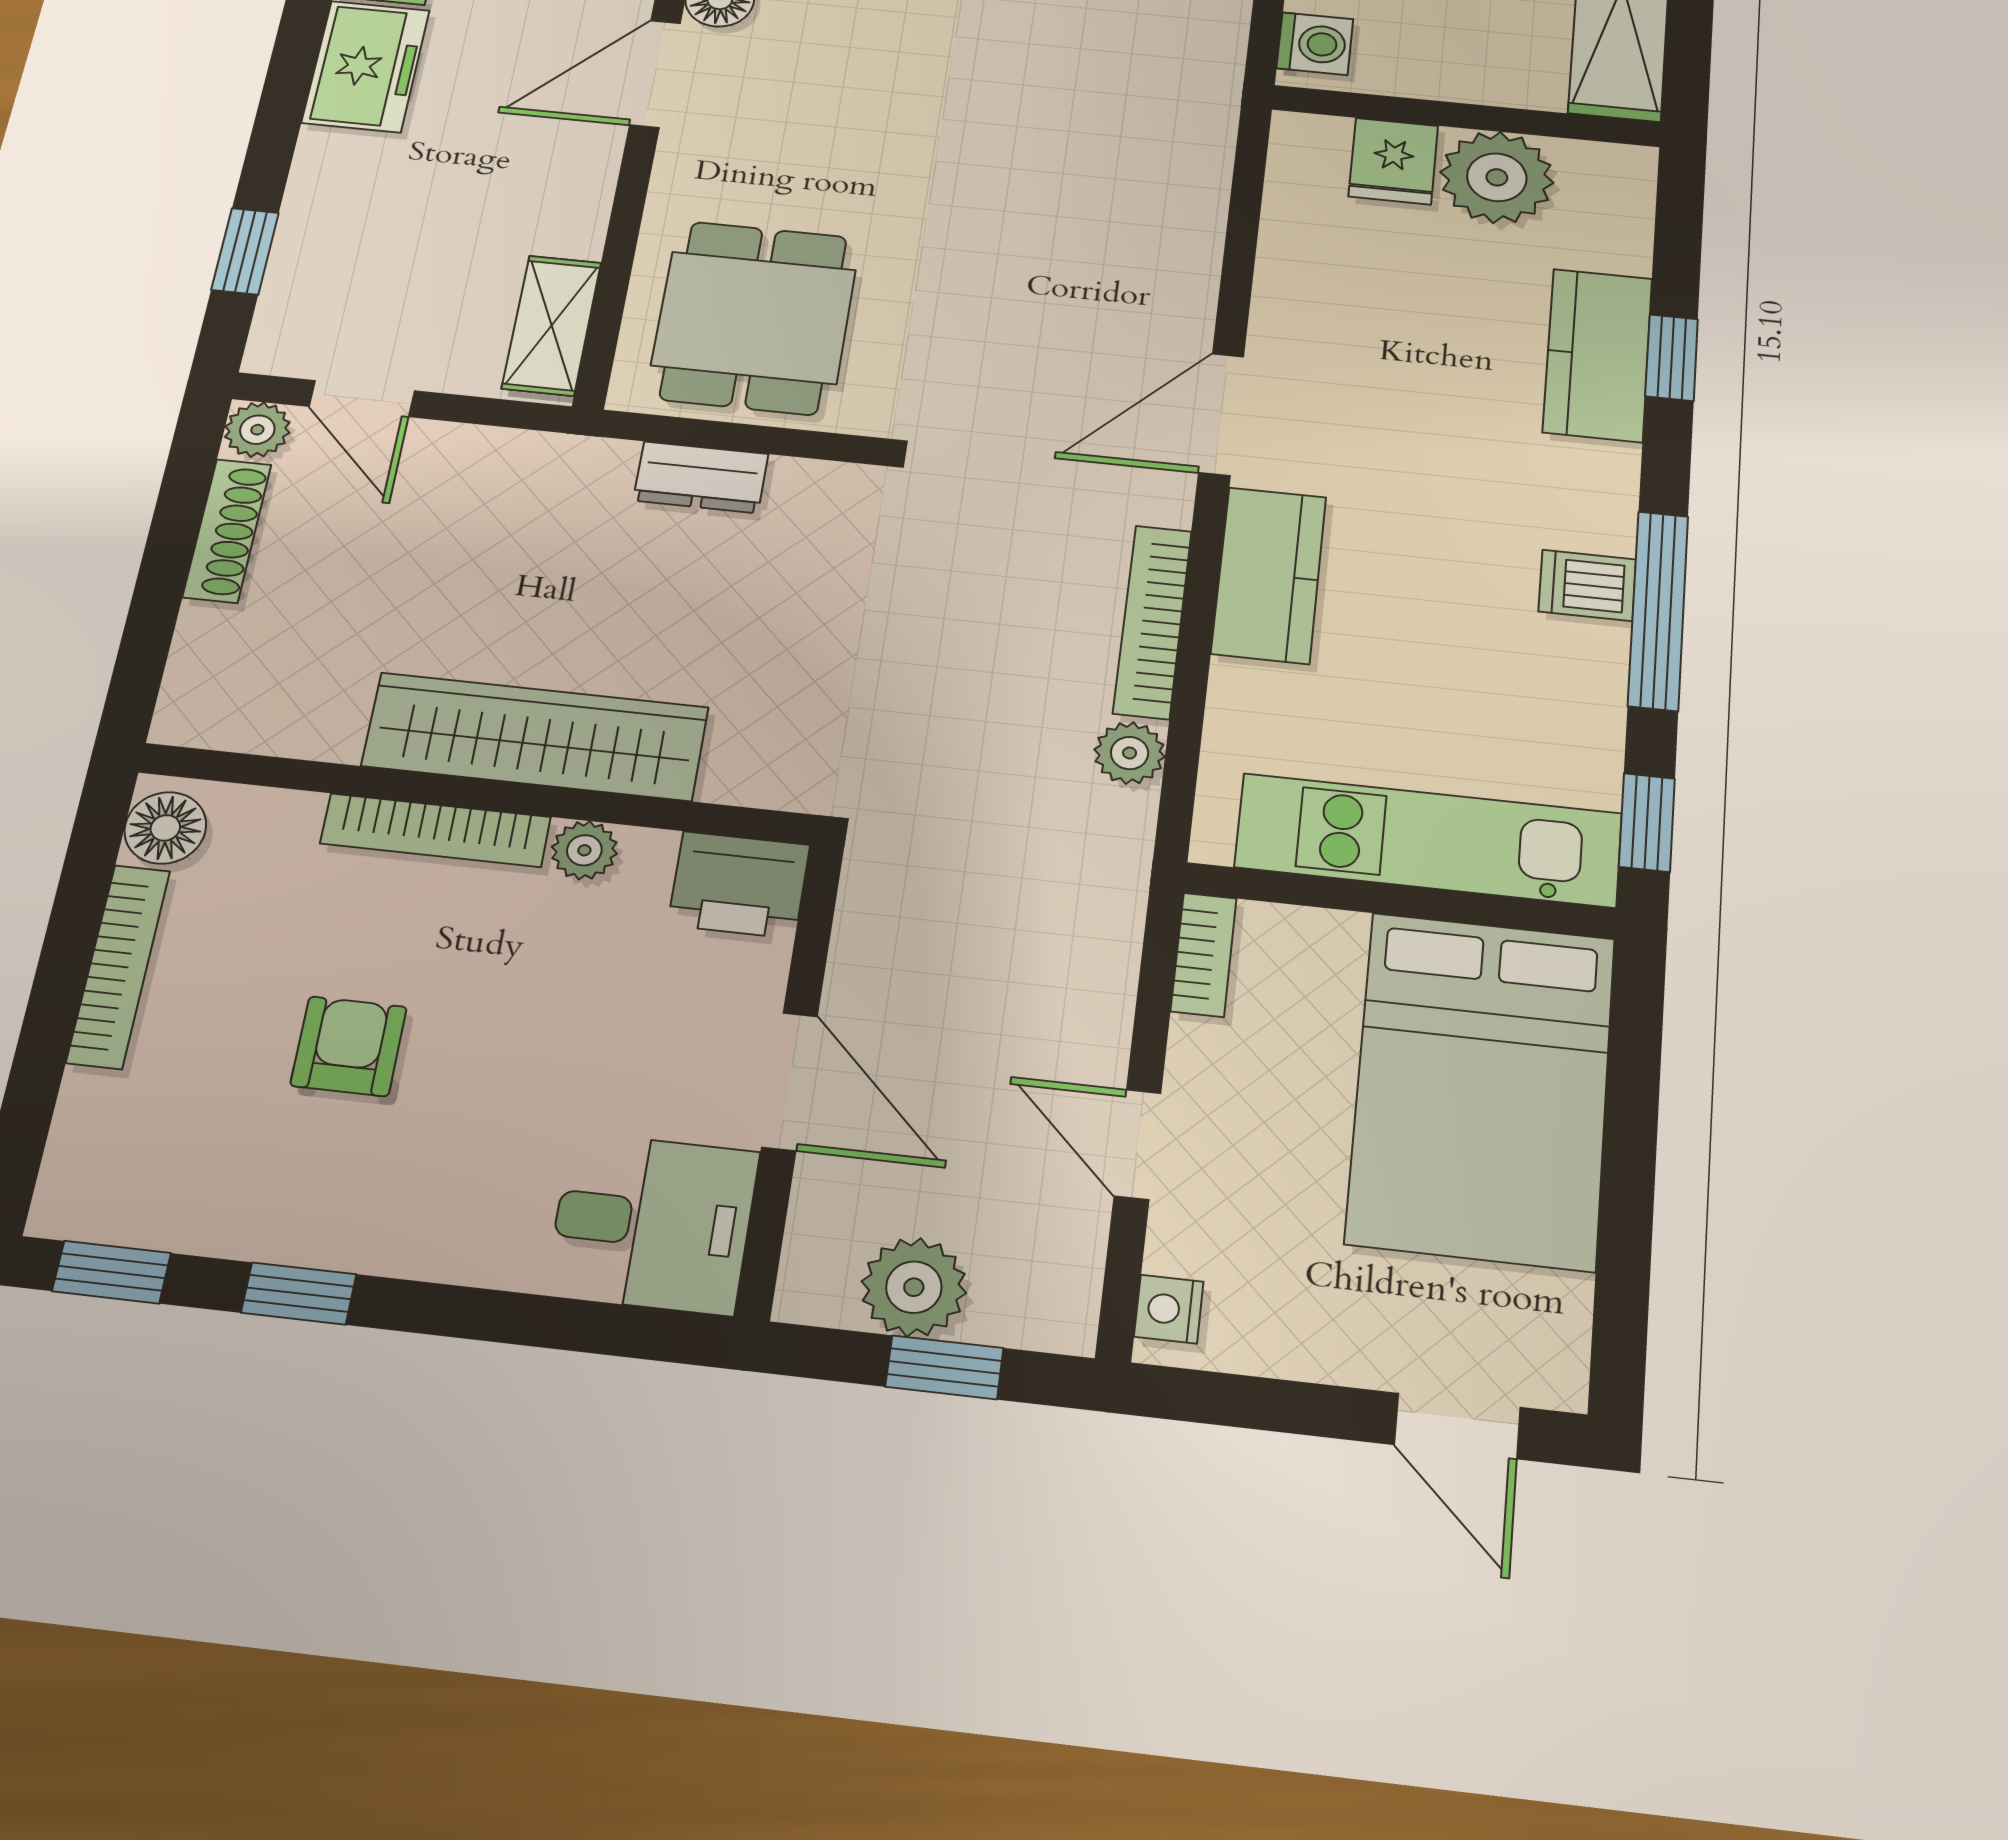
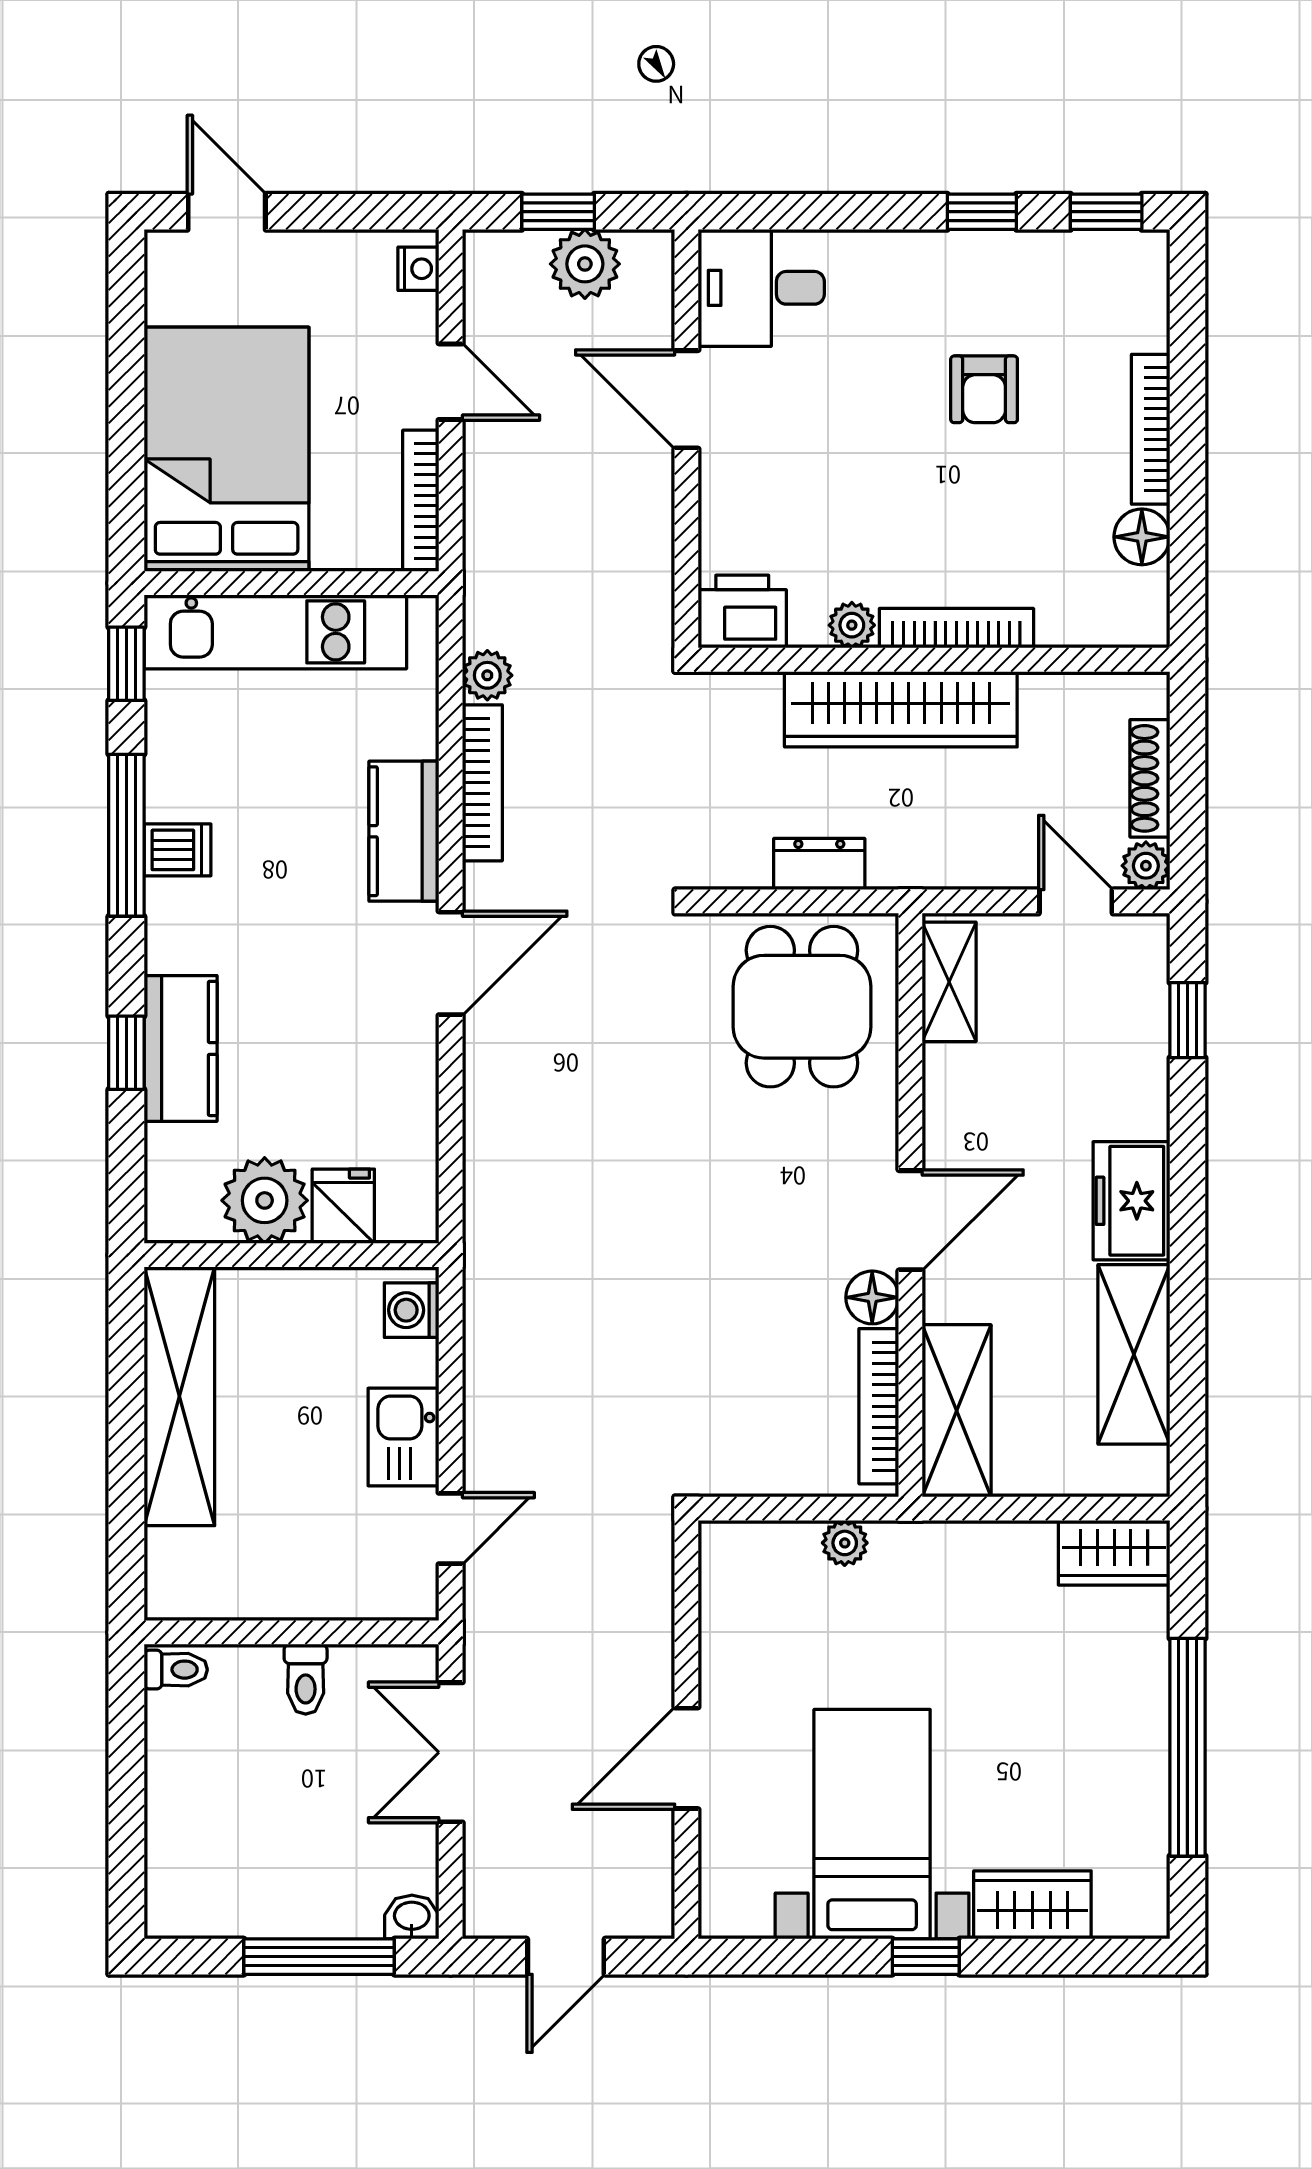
wardrobe: (535, 737) -> (901, 709), moved
wall: (476, 794) -> (934, 660), moved
bookcase: (435, 830) -> (956, 628), moved
plant: (584, 850) -> (852, 625), moved
printer: (739, 885) -> (742, 612), moved
bookcase: (1204, 955) -> (421, 501), width x1.56

